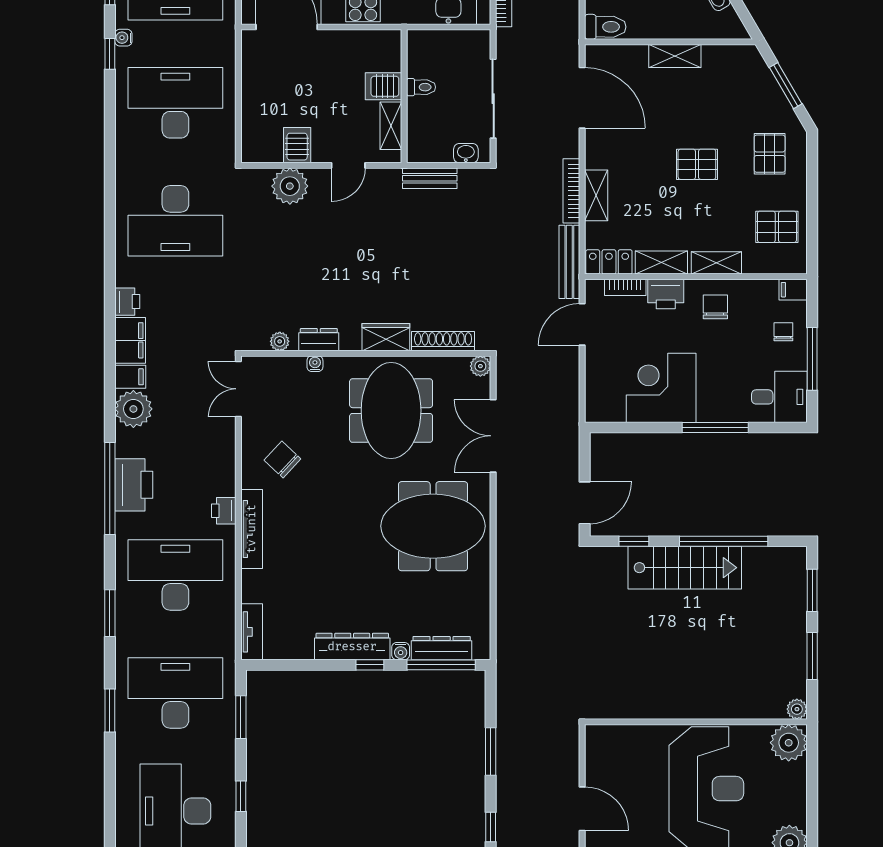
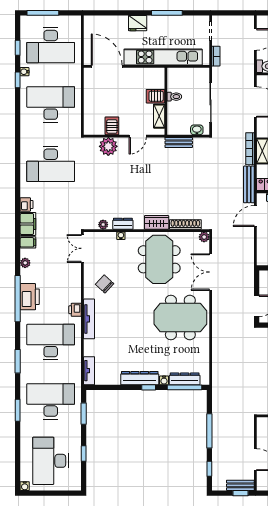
plant: (133, 409) -> (25, 263), width x0.53, depth x0.53
window: (491, 752) -> (209, 431), width x1.44

